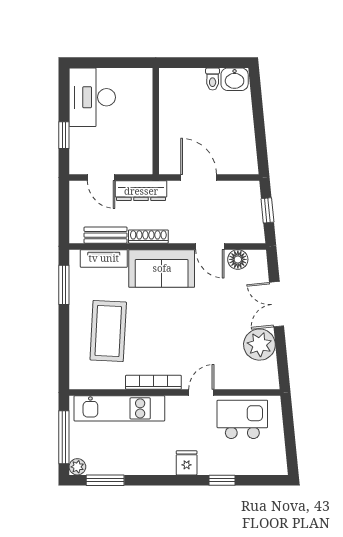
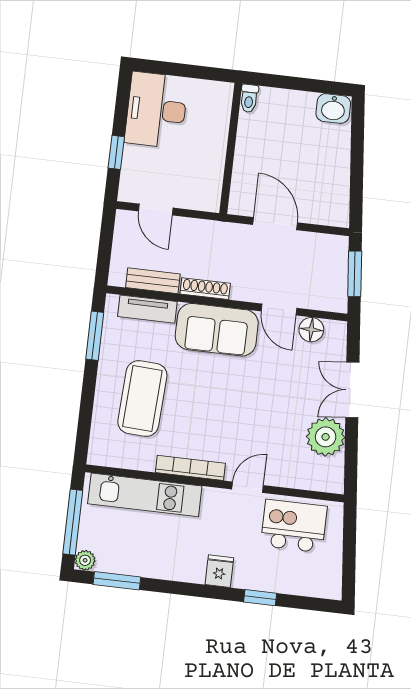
toilet: (213, 79) -> (249, 98), moved
dresser: (141, 191) -> (203, 231), removed
window: (267, 210) -> (355, 274), width x1.50

